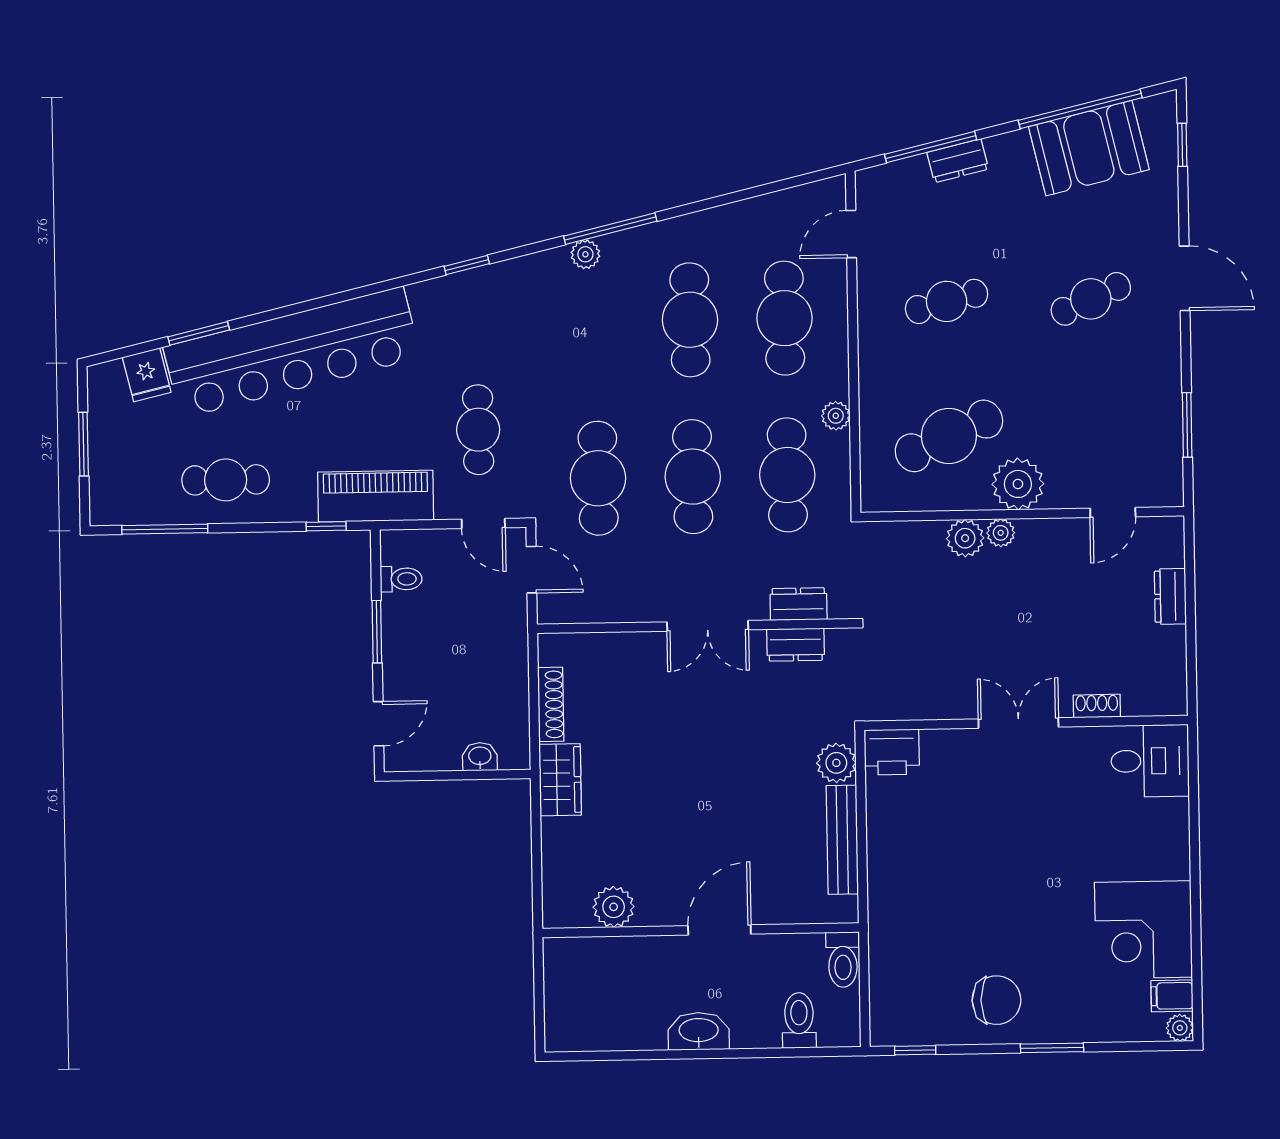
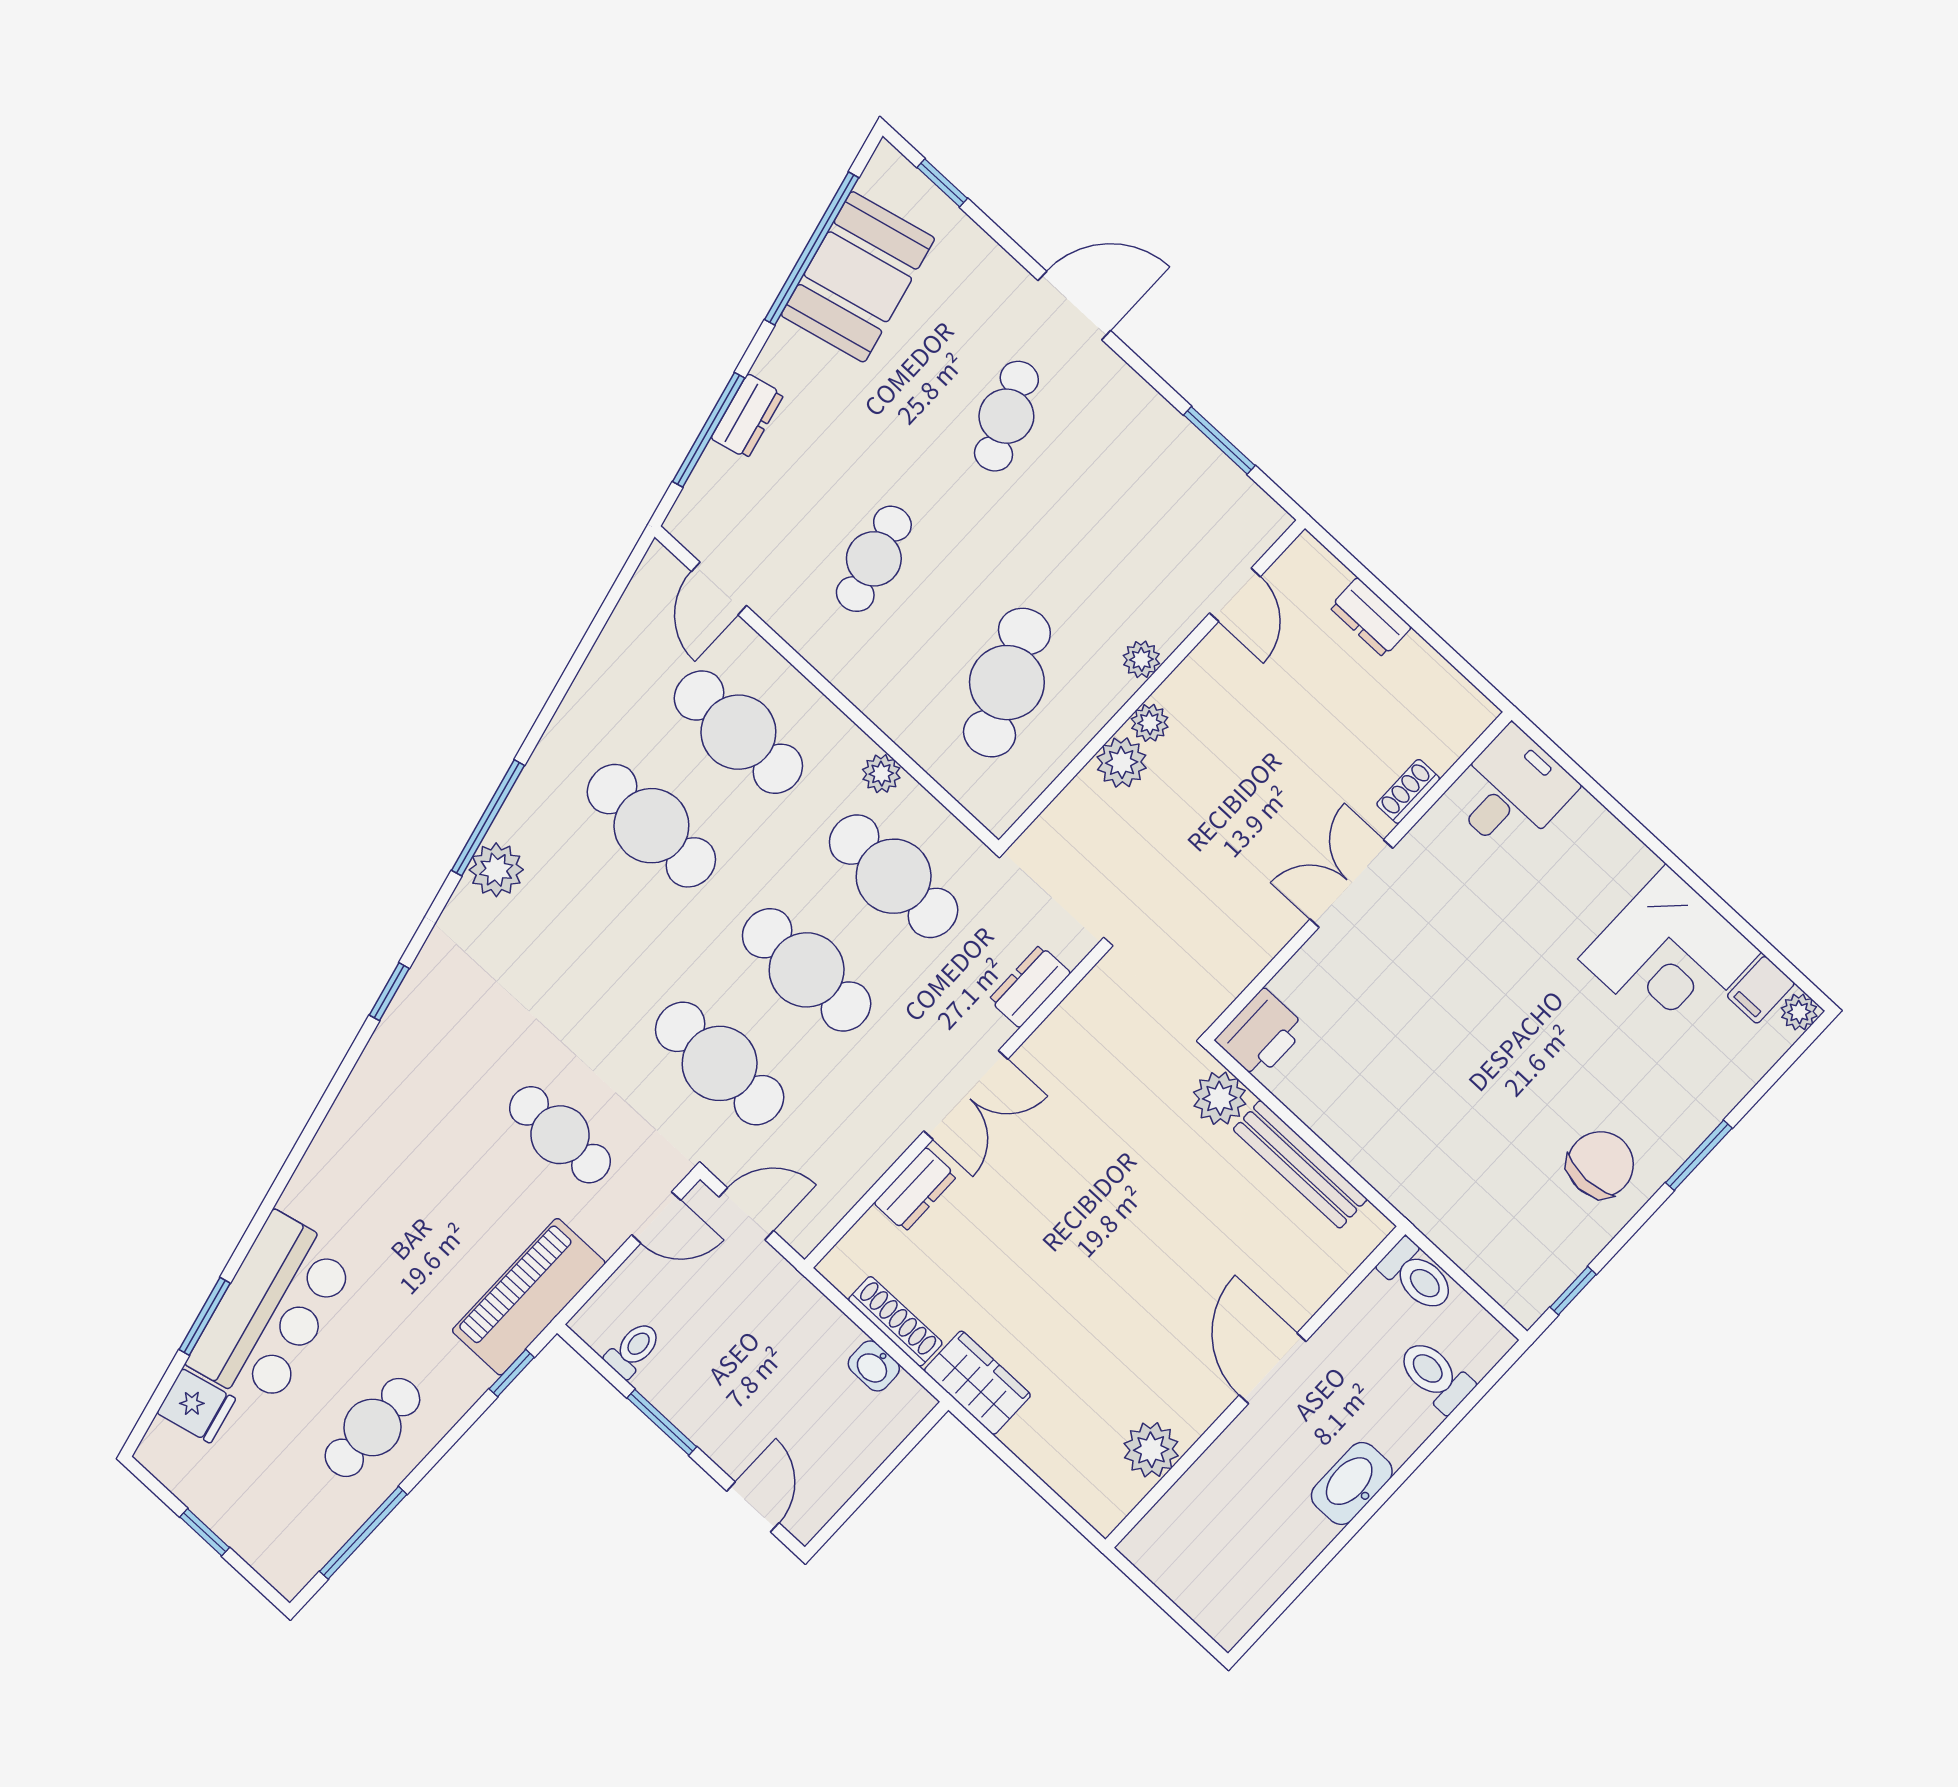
plant: (585, 254) -> (496, 870), width x1.38, depth x1.38
bar counter: (292, 352) -> (272, 1311), width x0.54
window: (84, 444) -> (205, 1532), width x0.67
plant: (1018, 484) -> (1141, 659), width x0.53, depth x0.53
dresser: (796, 645) -> (916, 1189), moved
washbasin: (480, 757) -> (874, 1366), moved, turned -90

